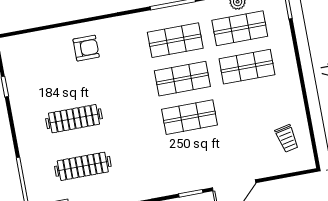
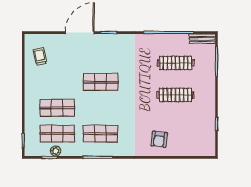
armchair: (86, 48) -> (159, 139), turned -83
shop shelf: (182, 79) -> (101, 108), removed

